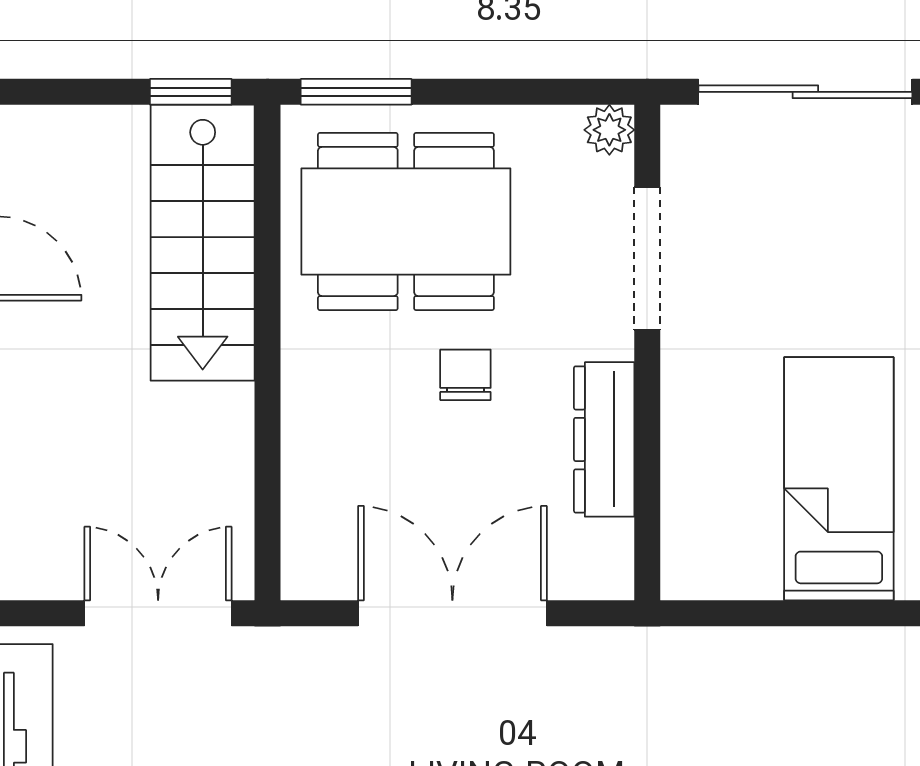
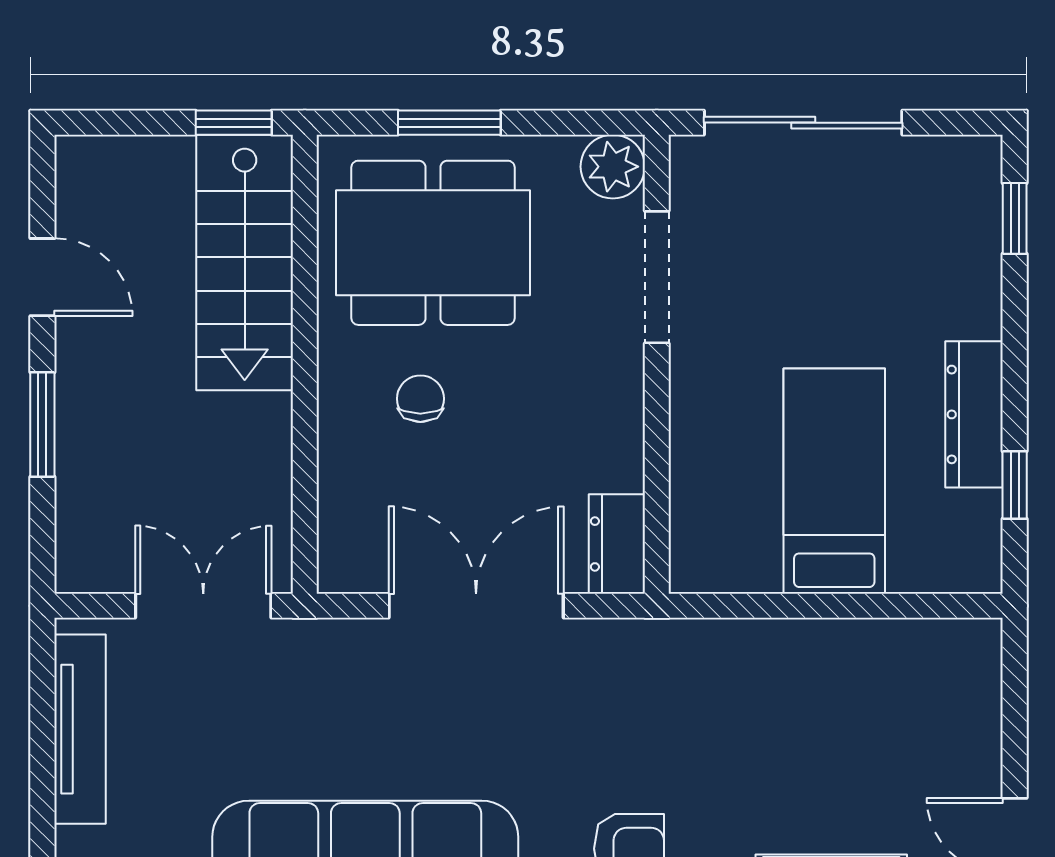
window: (356, 92) -> (449, 123), moved
plant: (609, 130) -> (613, 167), width x1.38, depth x1.38
chair: (465, 375) -> (420, 399), moved
dresser: (604, 439) -> (617, 544), moved, width x0.70

